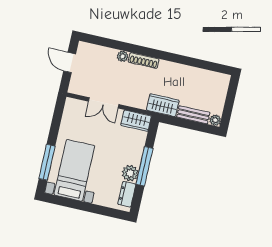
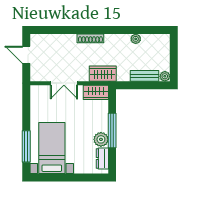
plant: (123, 56) -> (136, 39), moved
wardrobe: (163, 105) -> (103, 74), moved

